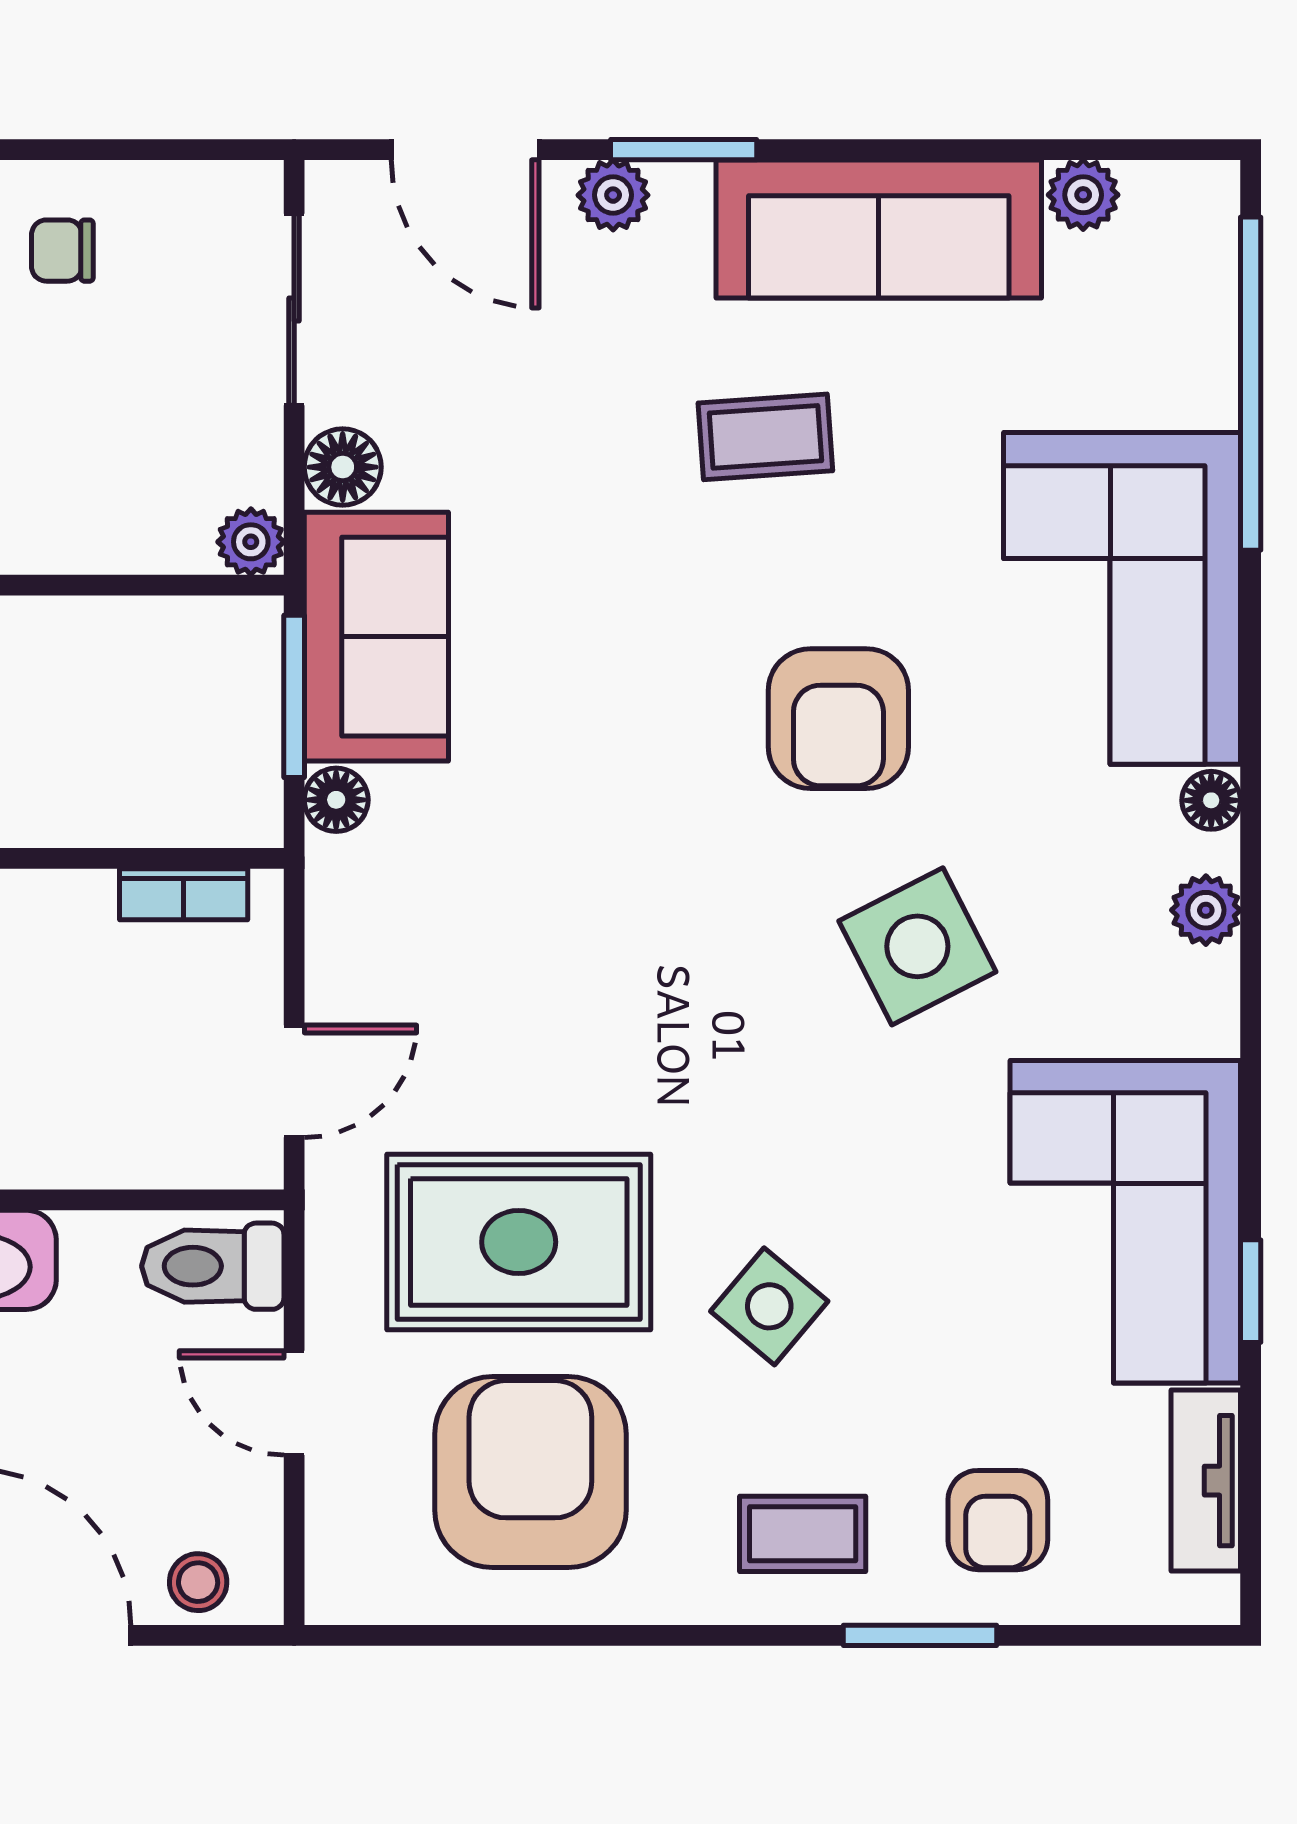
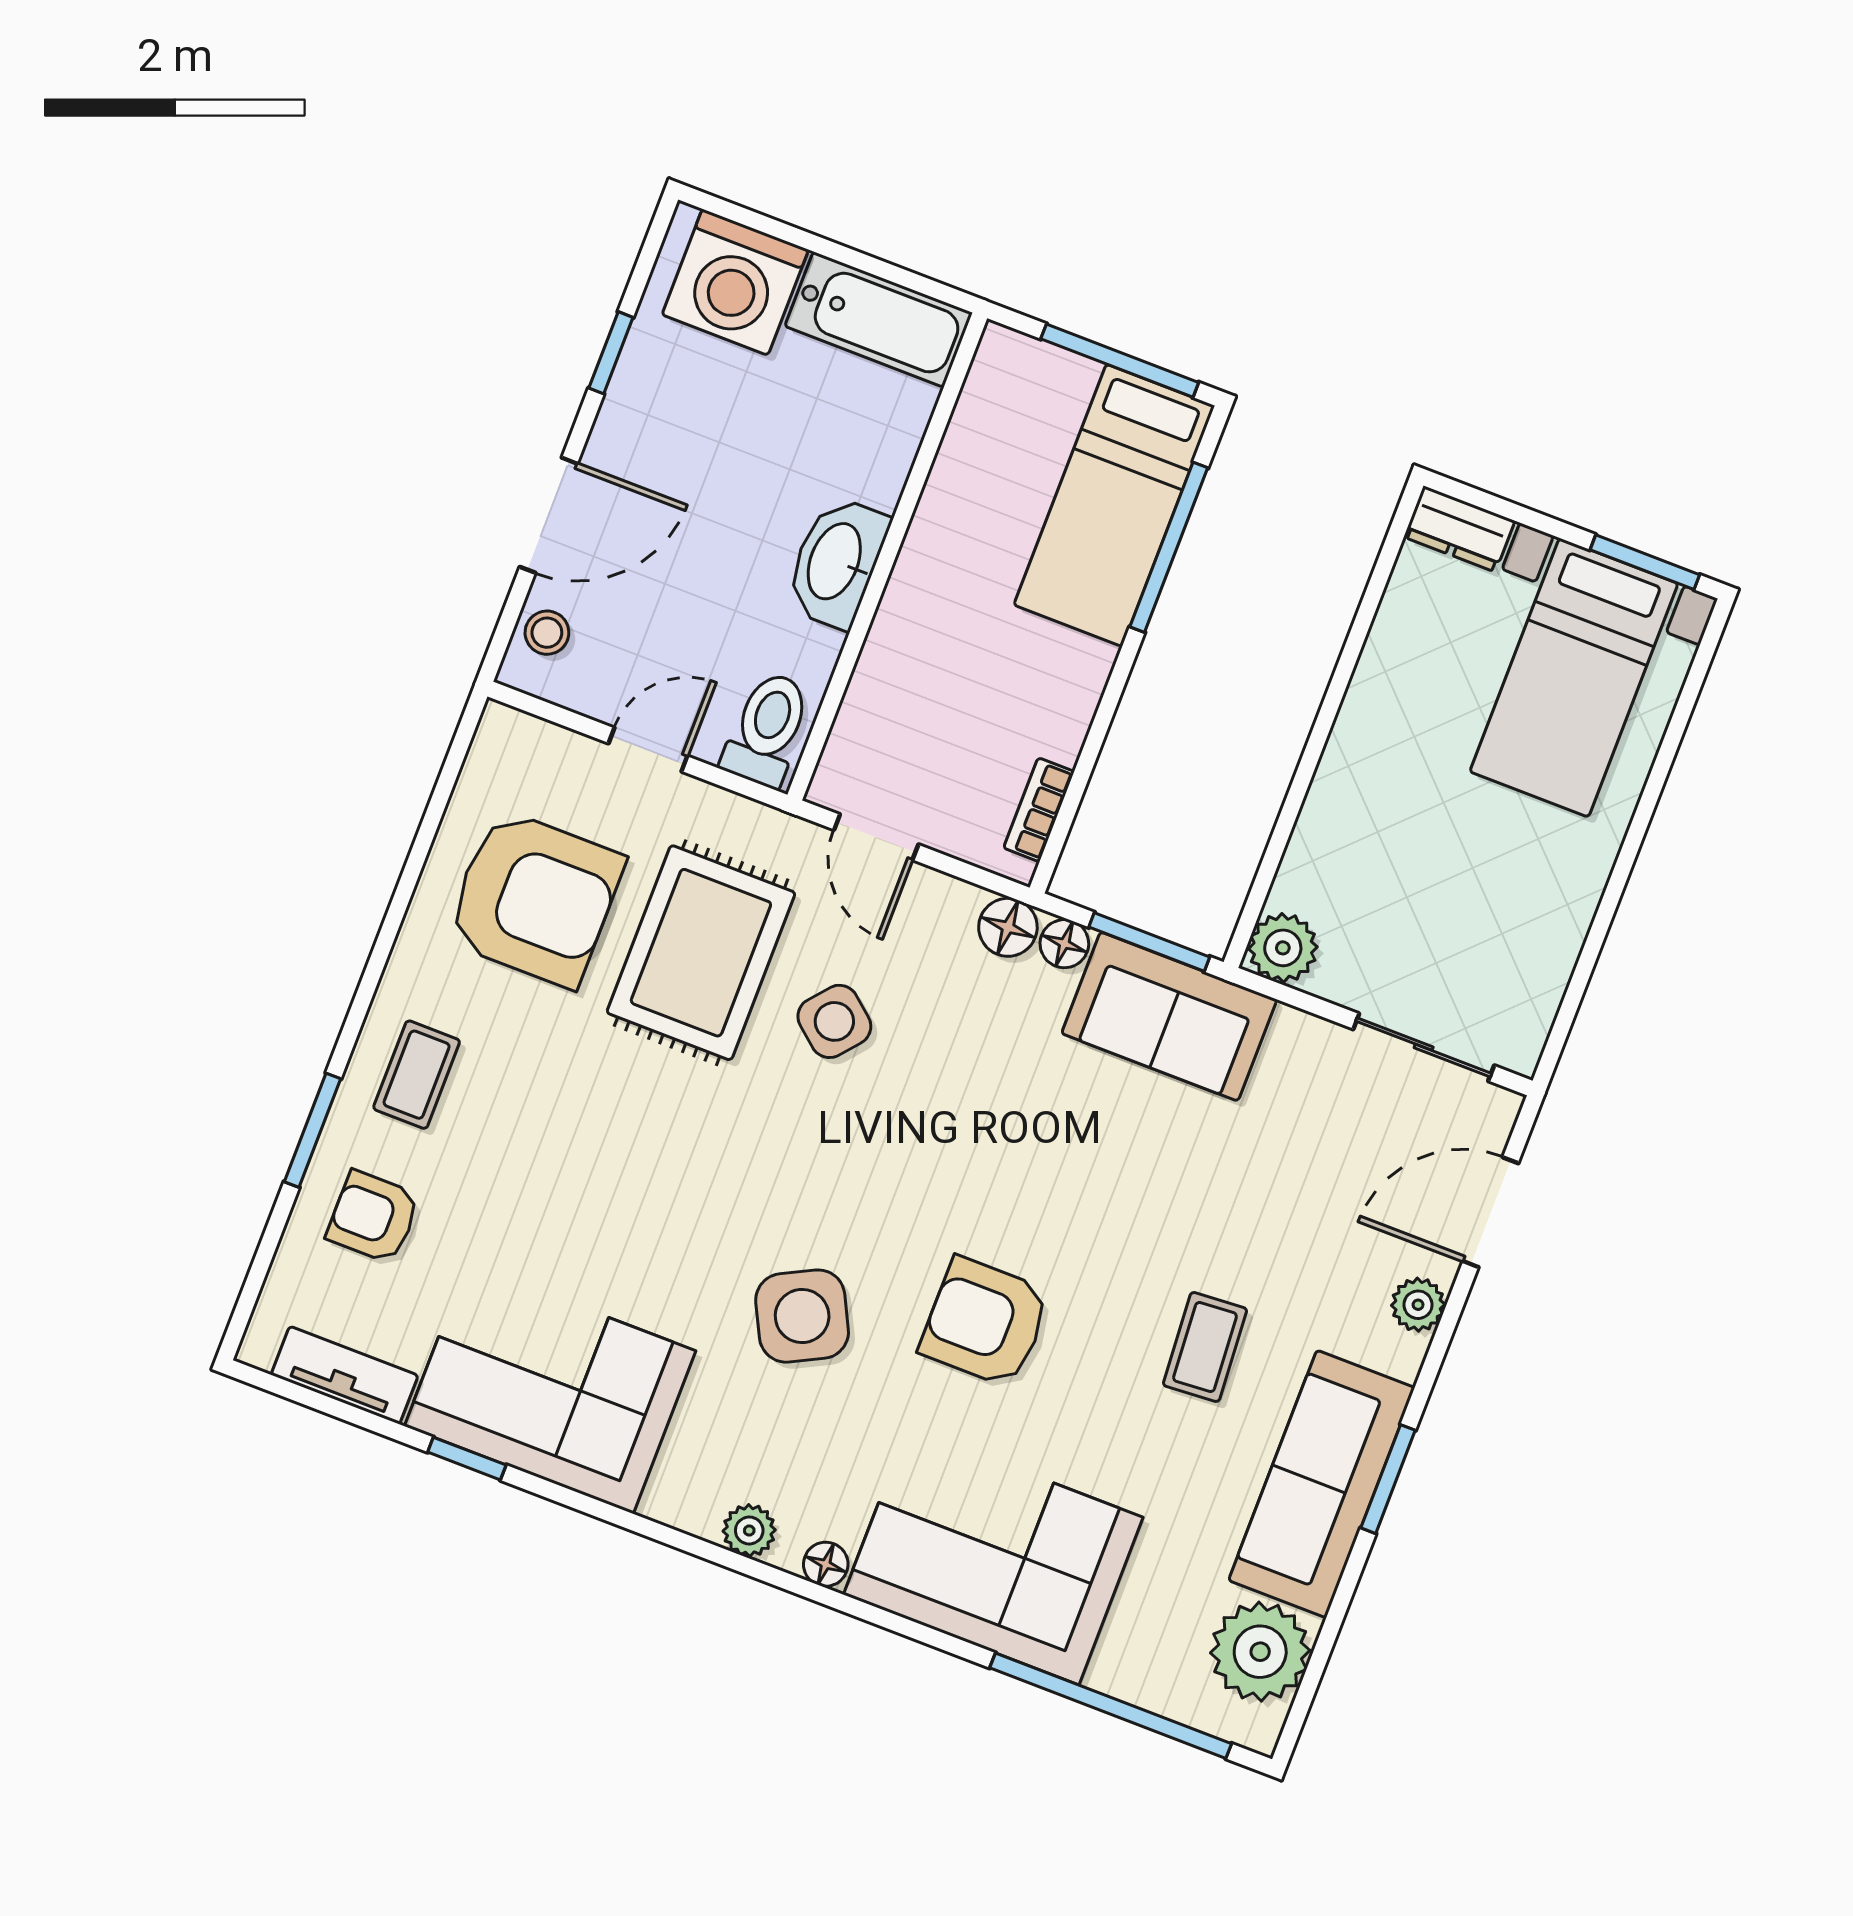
window: (684, 150) -> (1388, 1479), moved
plant: (1083, 195) -> (1260, 1652), width x1.88, depth x1.88
chair: (62, 251) -> (1529, 899), removed
floor lamp: (343, 467) -> (1008, 927), moved
plant: (251, 542) -> (1283, 948), width x1.38, depth x1.38
side table: (769, 1306) -> (834, 1021), moved

